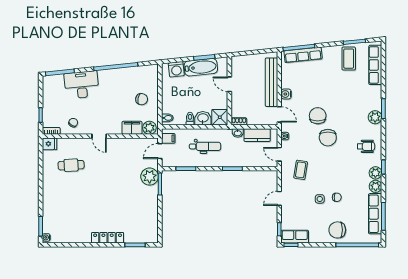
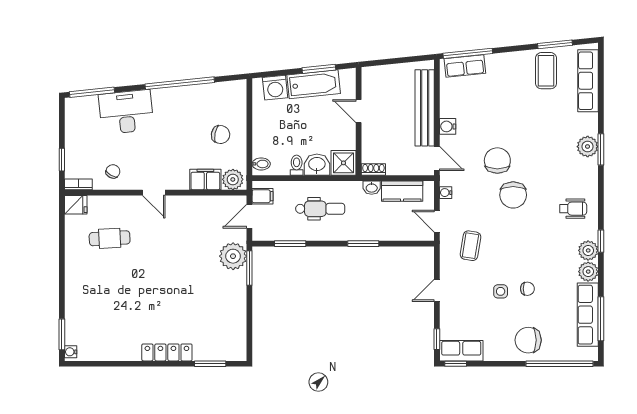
row of seats: (303, 55) -> (465, 66), width x0.68
plant: (375, 117) -> (588, 147), moved

